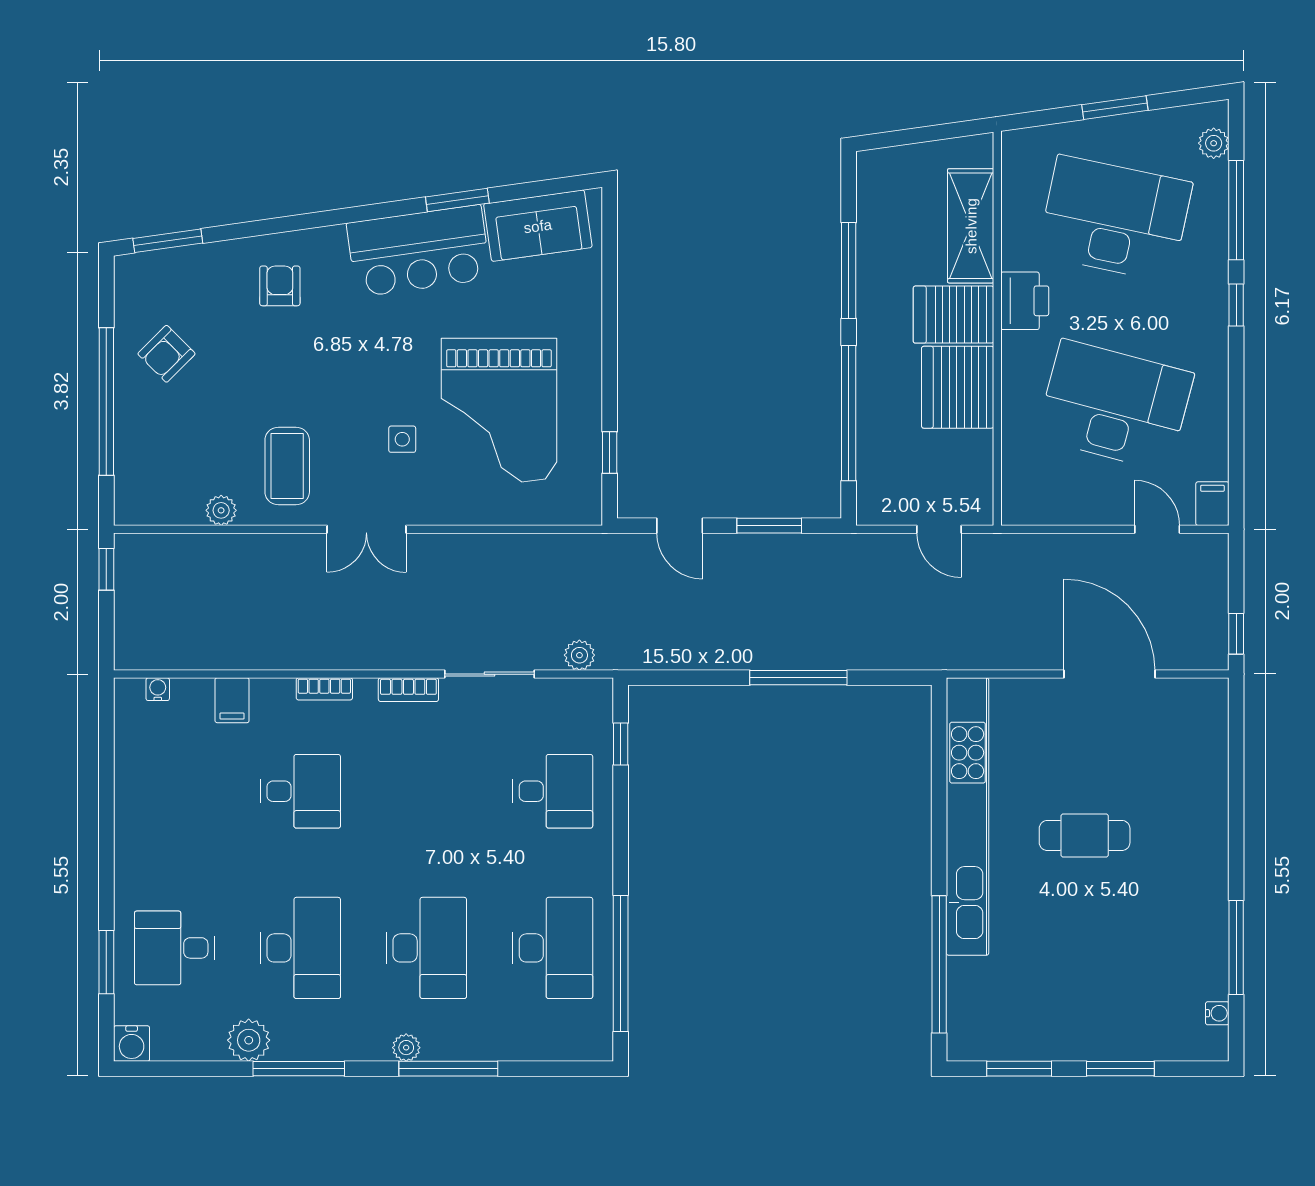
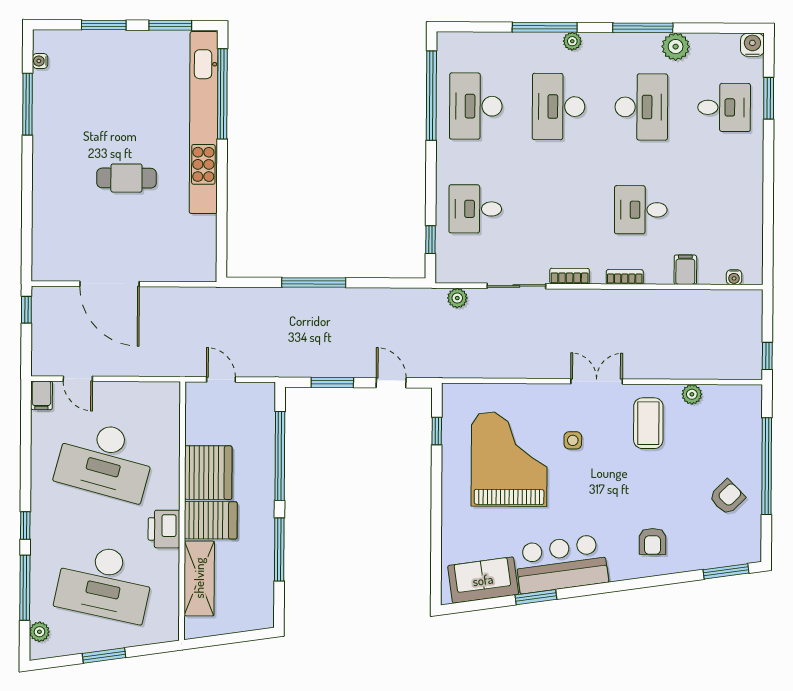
kitchen unit: (968, 817) -> (204, 122), moved
desk: (300, 948) -> (641, 107), turned 180

